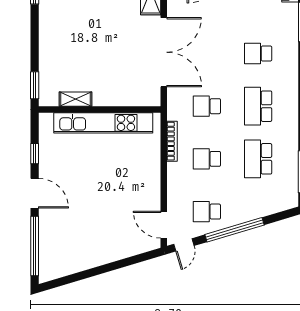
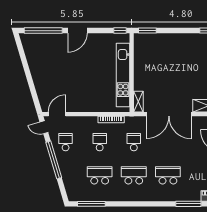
school desk: (258, 53) -> (168, 175), width x1.85
shelving: (76, 99) -> (138, 102), moved
window: (35, 154) -> (120, 31), moved

